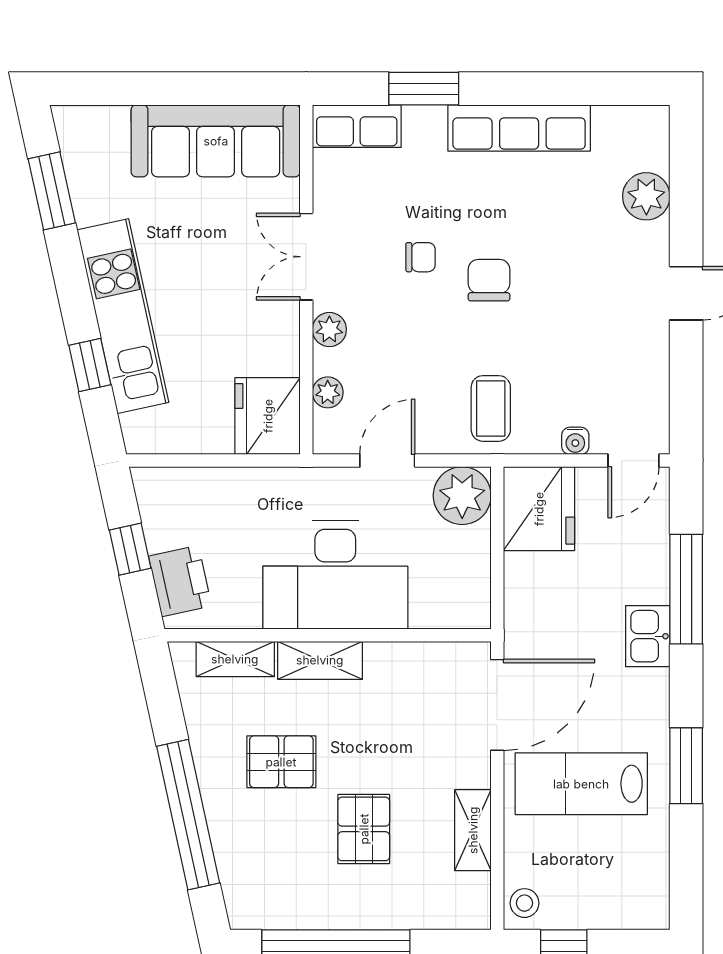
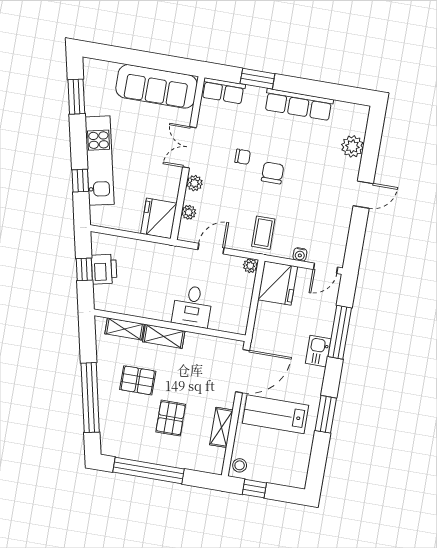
plant: (462, 496) -> (250, 266), width x0.53, depth x0.53
desk: (335, 575) -> (192, 306), width x0.53, depth x0.77
printer: (180, 581) -> (104, 269), moved

